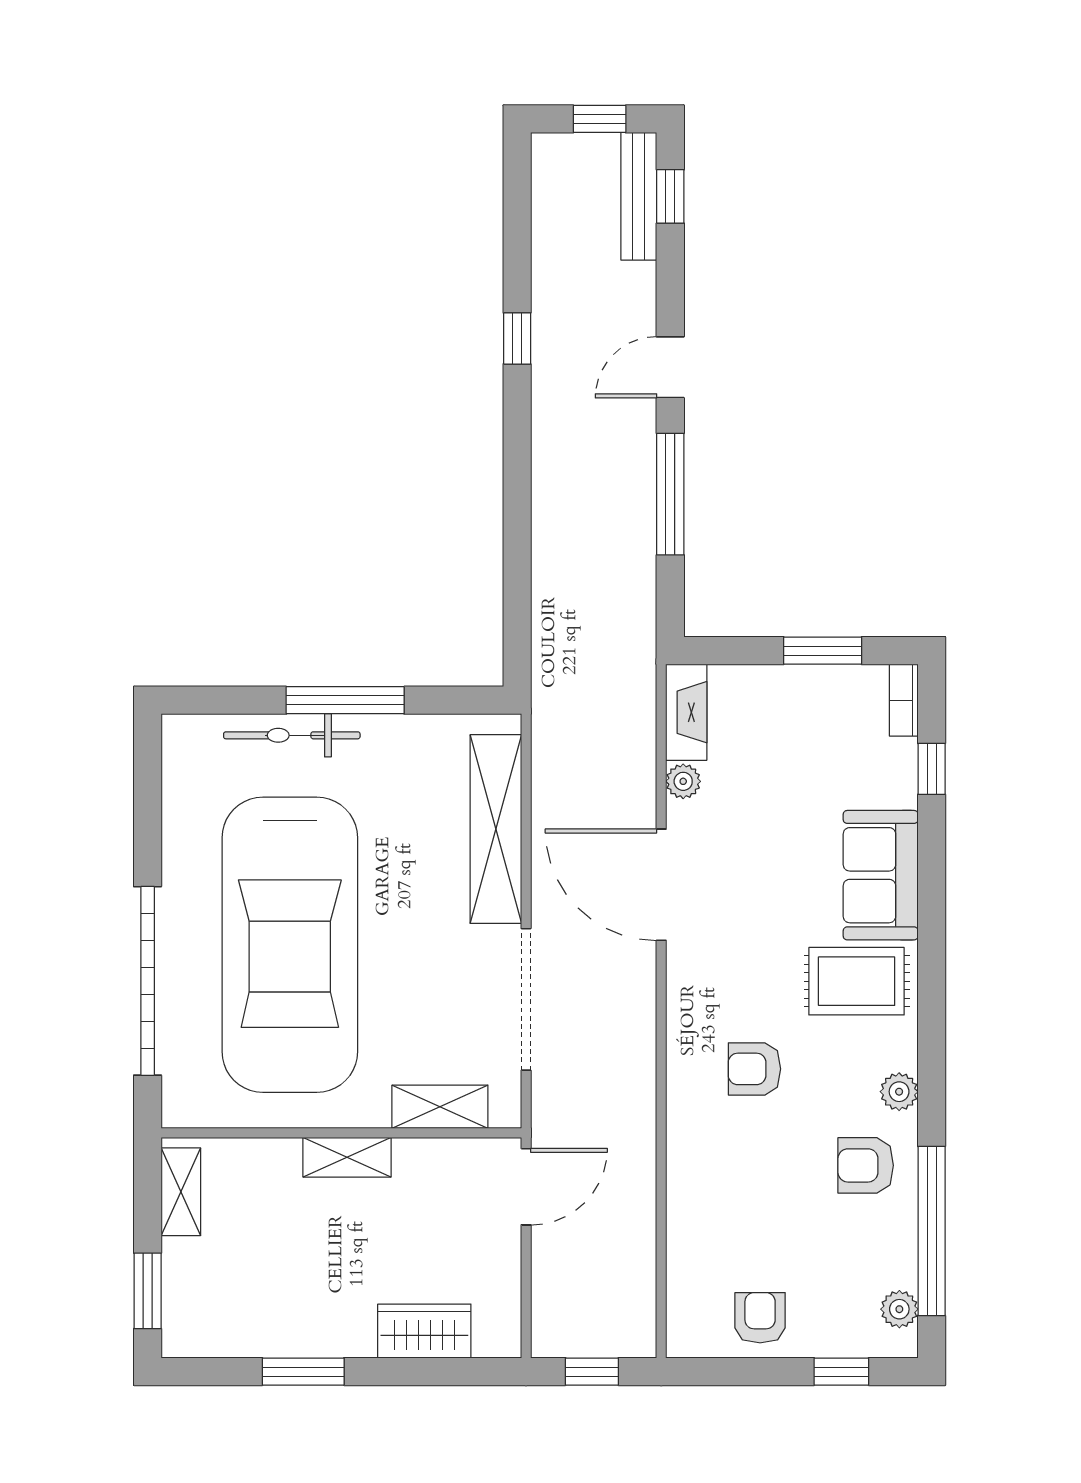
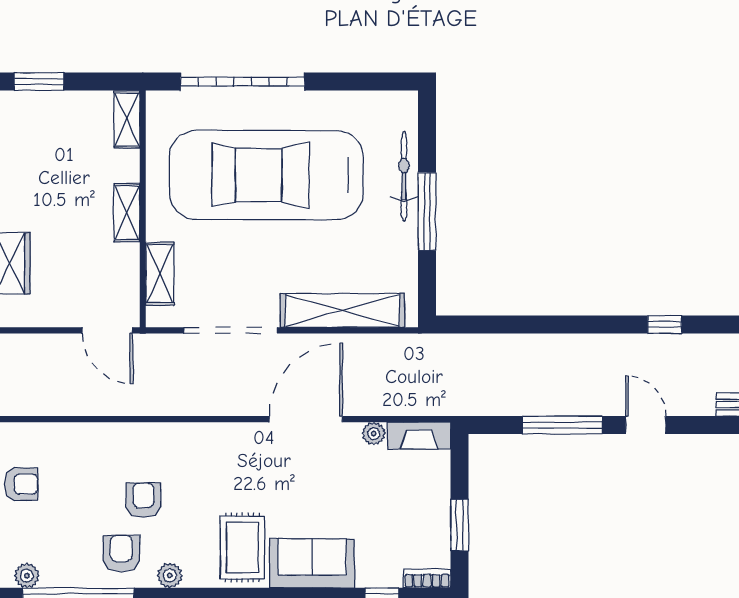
armchair: (754, 1069) -> (143, 500), moved
shelving: (181, 1192) -> (127, 119), moved, turned 90

